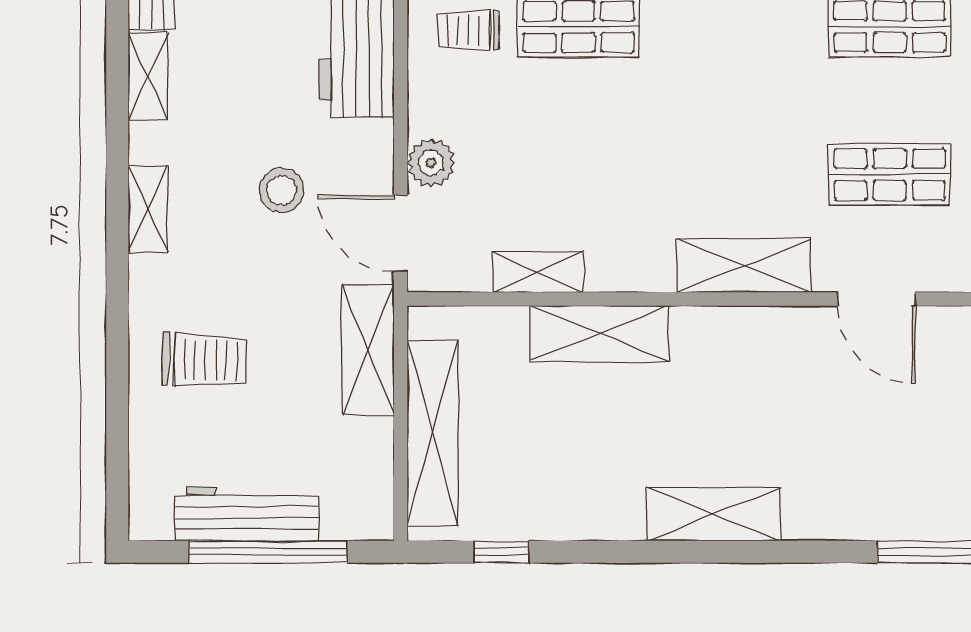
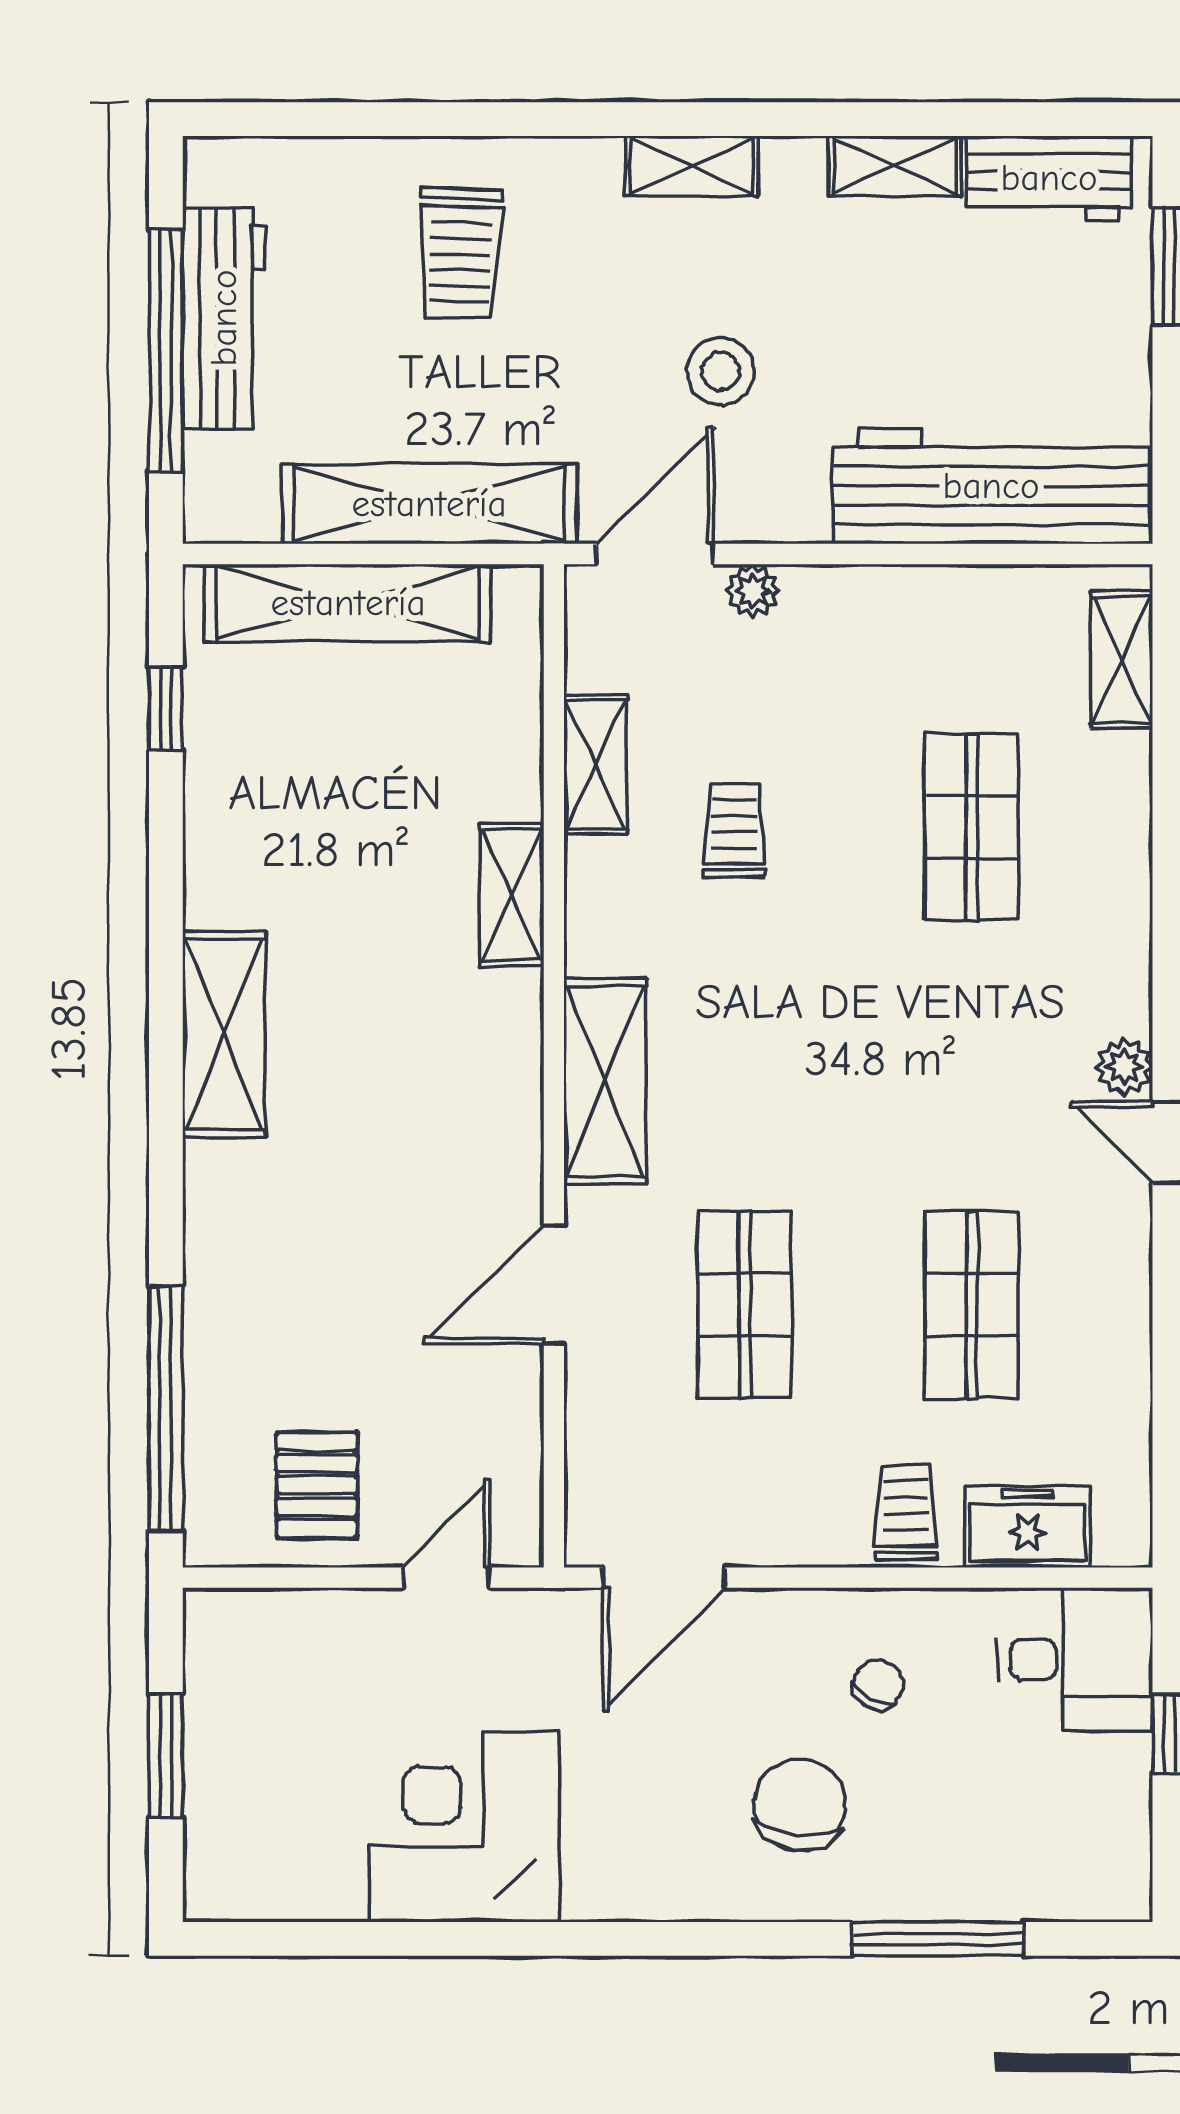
trolley: (468, 30) -> (734, 830), moved
plant: (431, 163) -> (753, 591), width x0.73, depth x0.73
shelving: (600, 333) -> (512, 895), width x0.67, depth x0.75
shelving: (368, 350) -> (429, 504), width x1.47

